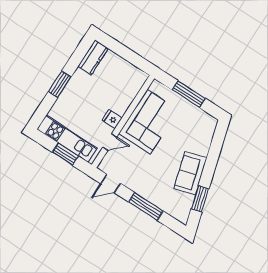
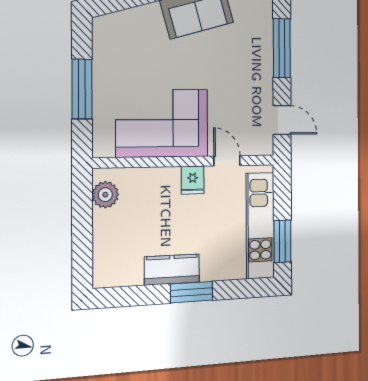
kitchen counter: (93, 57) -> (172, 270), moved
plant: (134, 73) -> (105, 195), added
window: (65, 154) -> (282, 241), moved

